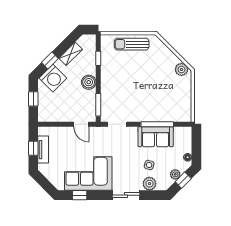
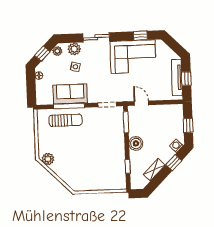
sun lounger: (132, 44) -> (66, 120), moved
washing machine: (53, 78) -> (176, 146), width x0.53, depth x0.53
tv unit: (43, 150) -> (177, 78), width x1.41
plant: (175, 174) -> (57, 51), moved

